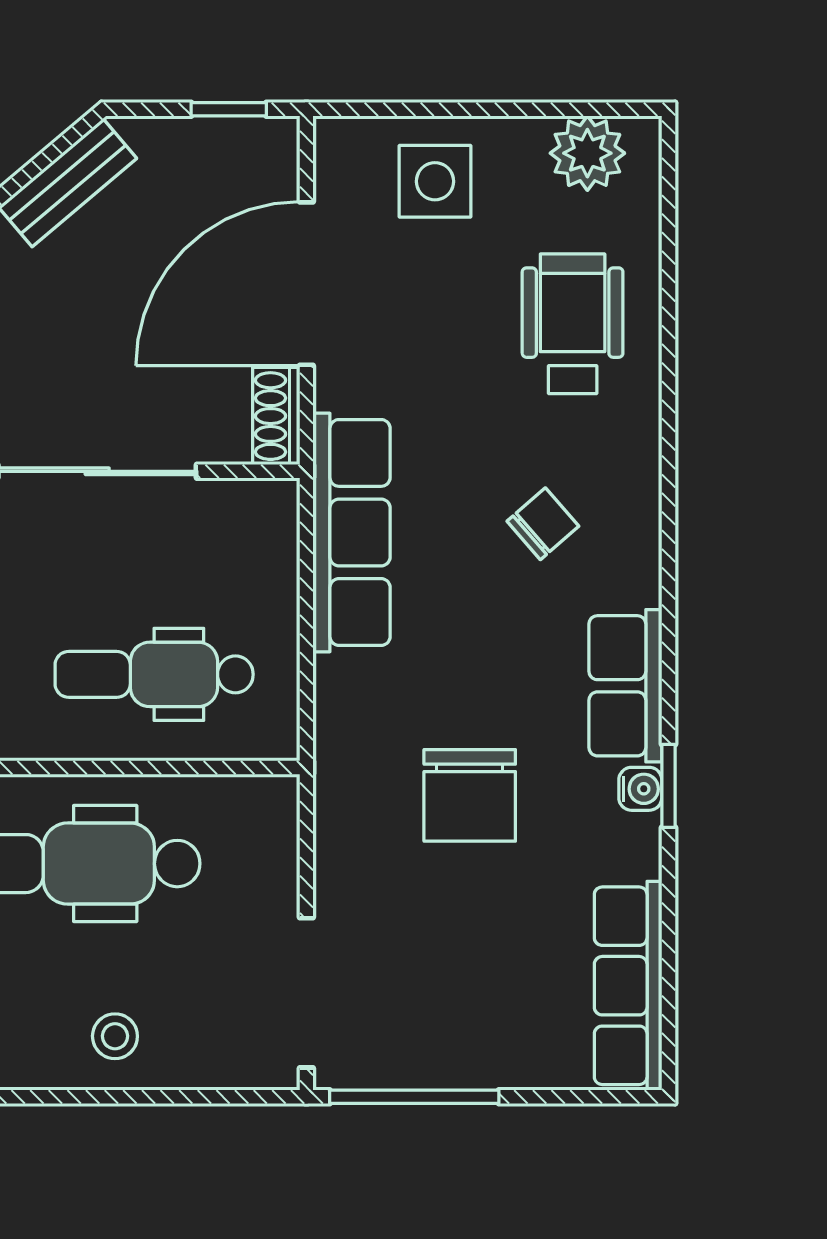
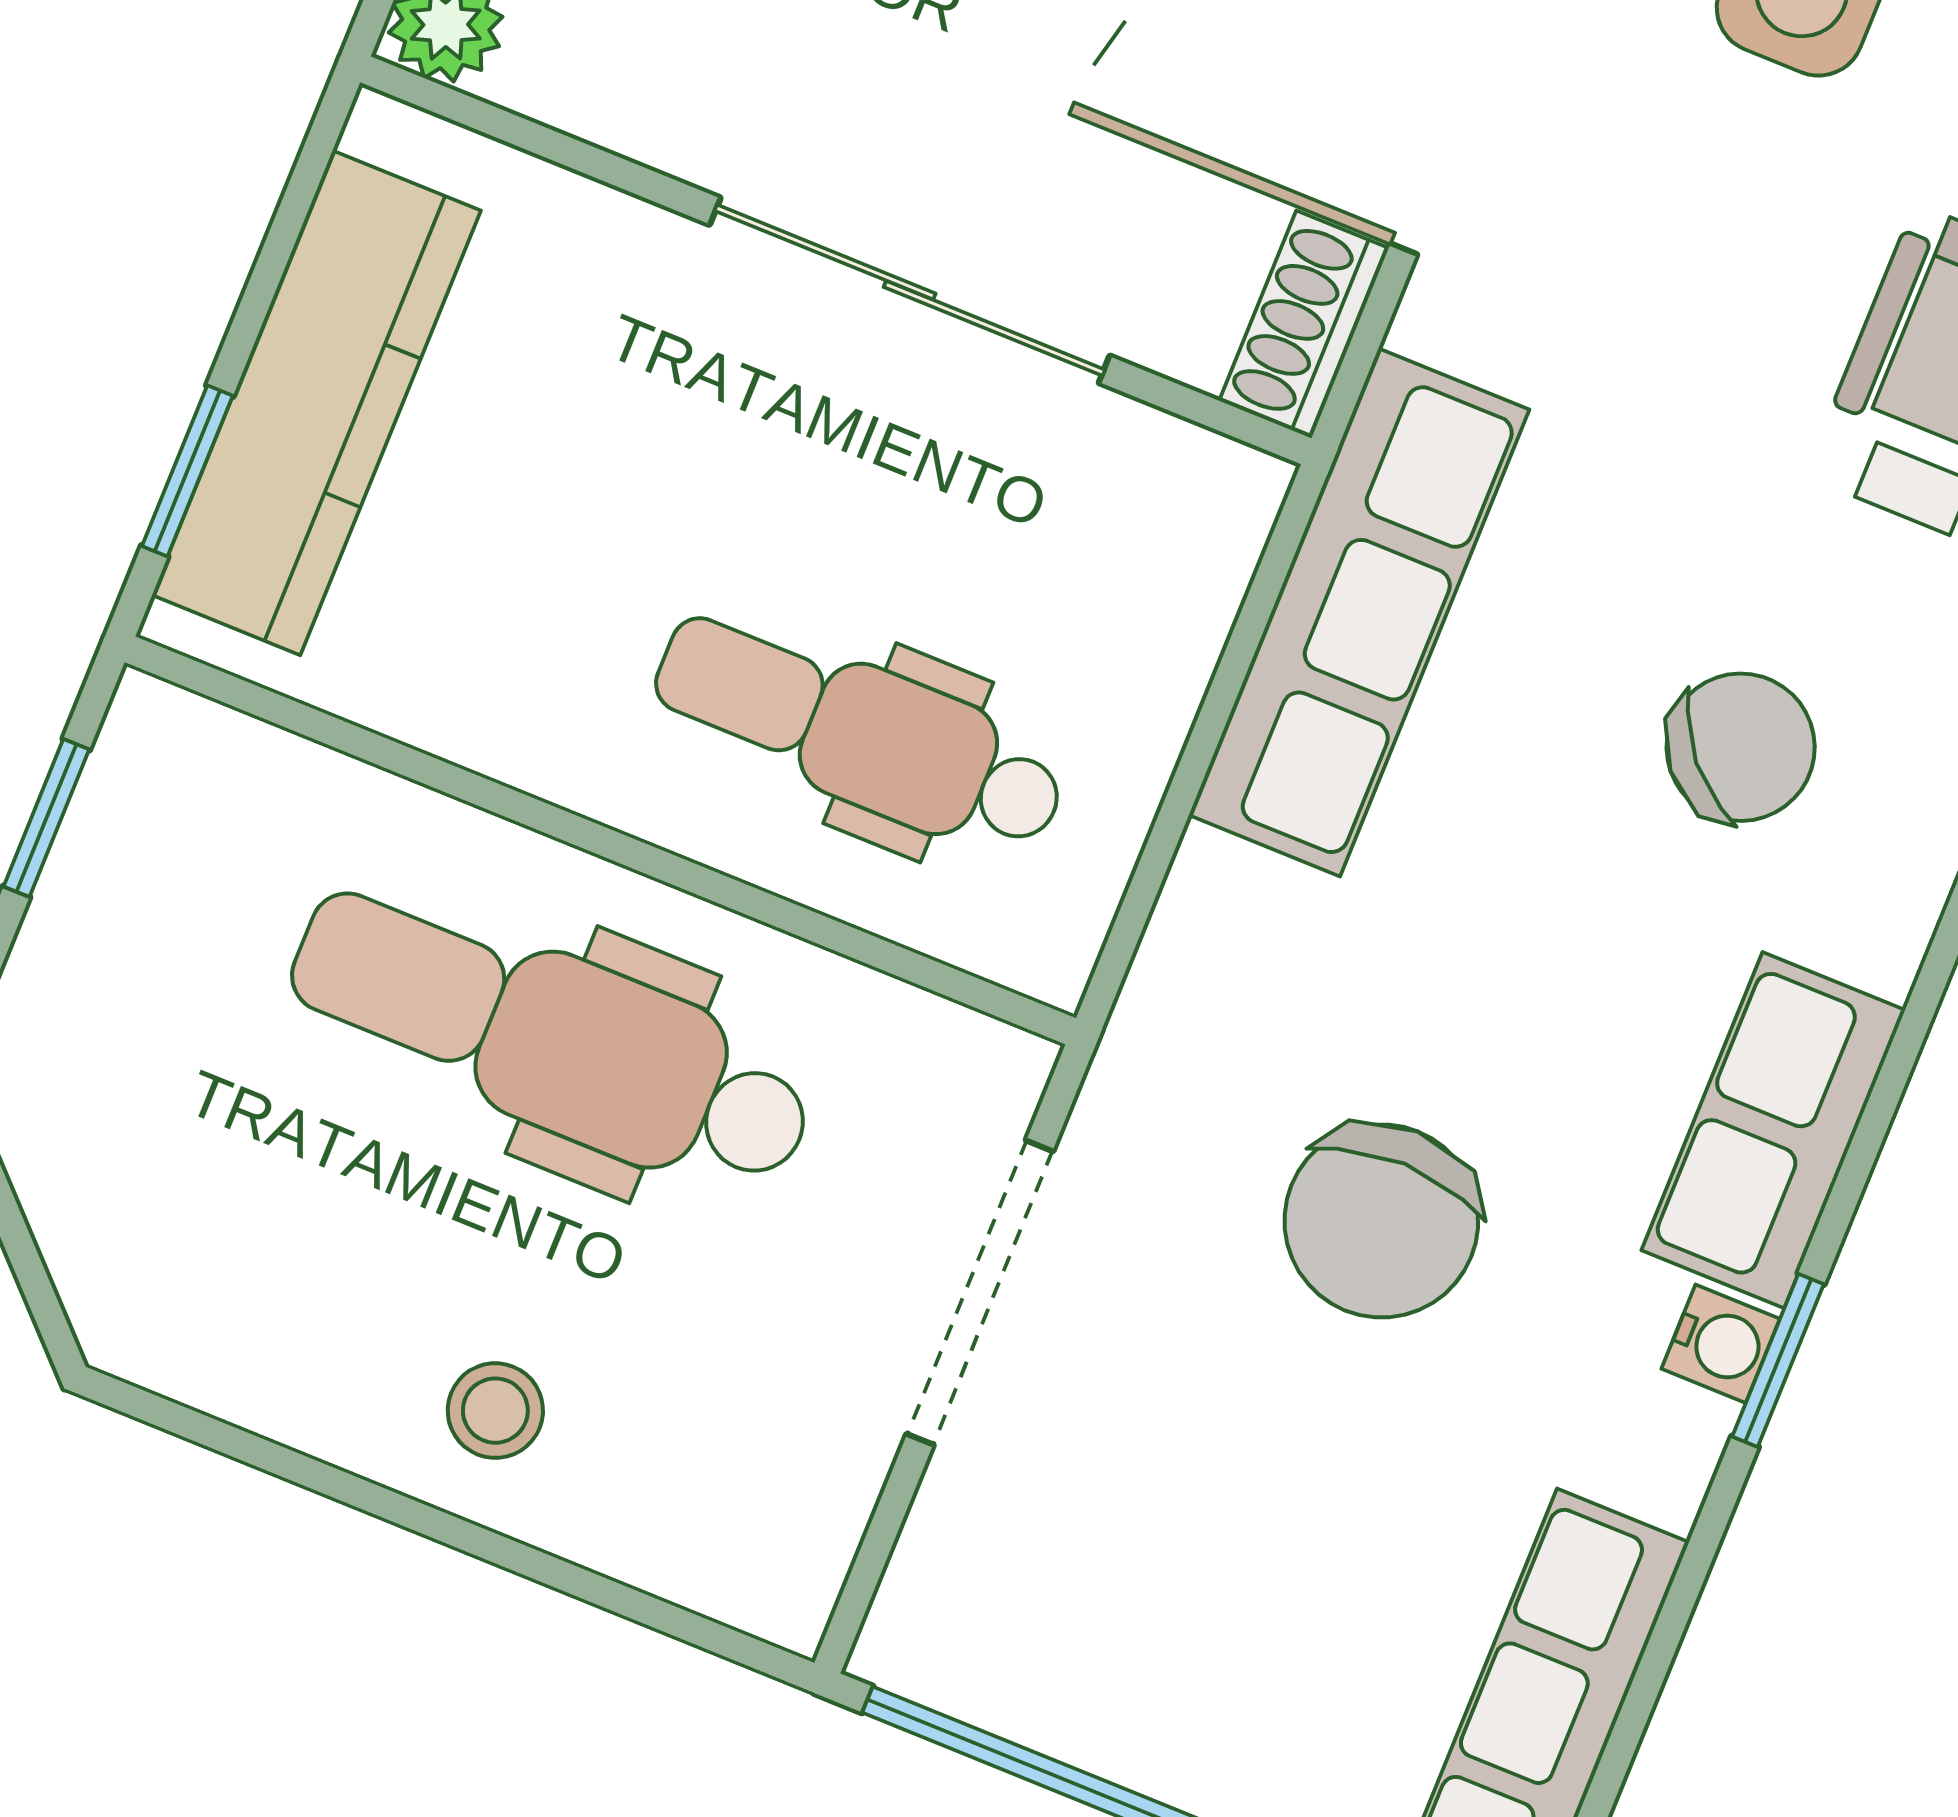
chair: (543, 524) -> (1741, 747), width x1.37, depth x1.37
doorway: (306, 993) -> (980, 1293), moved

